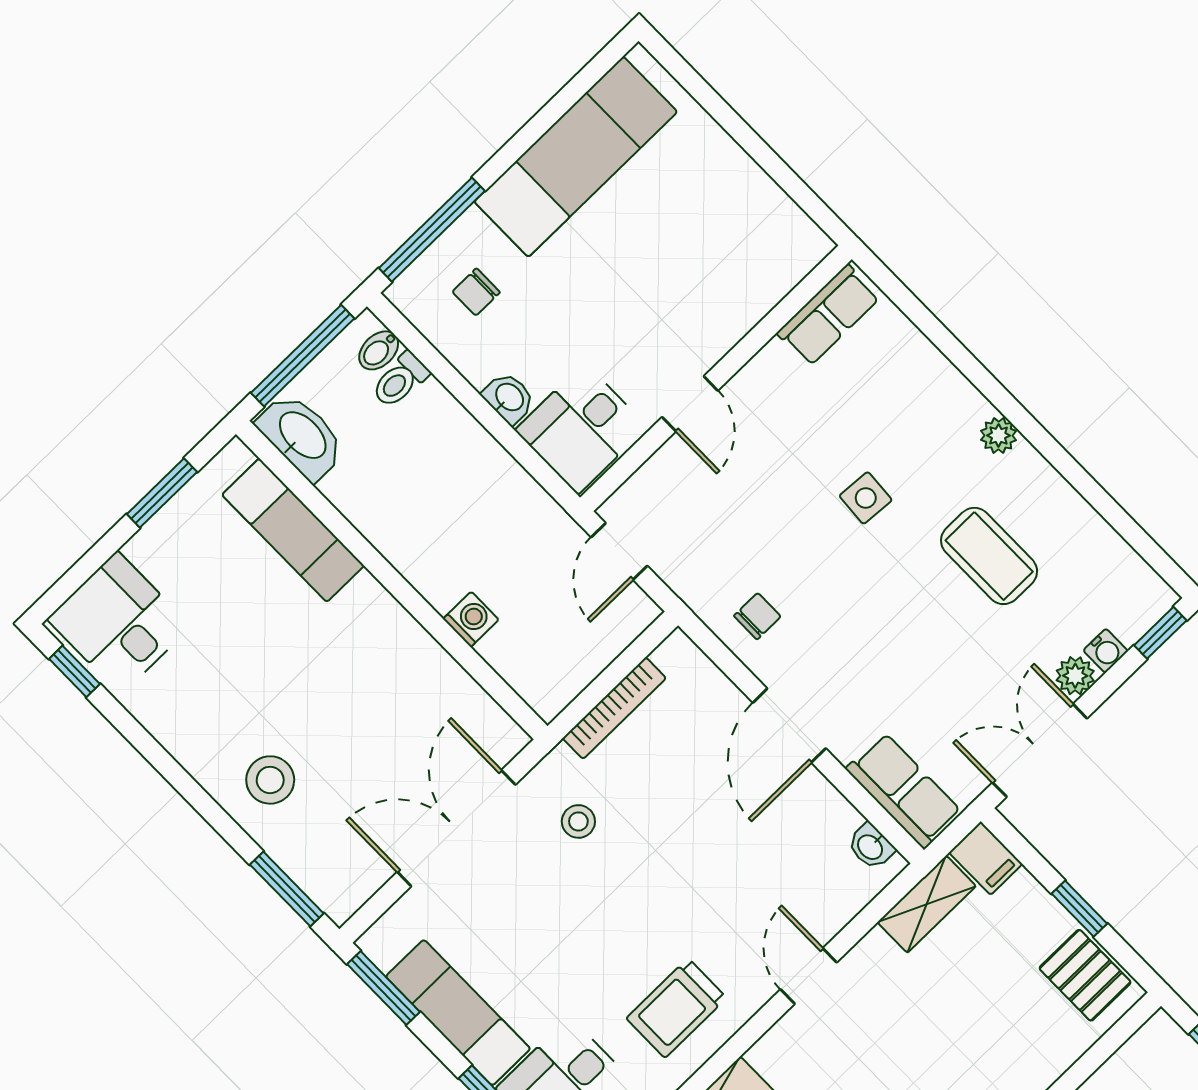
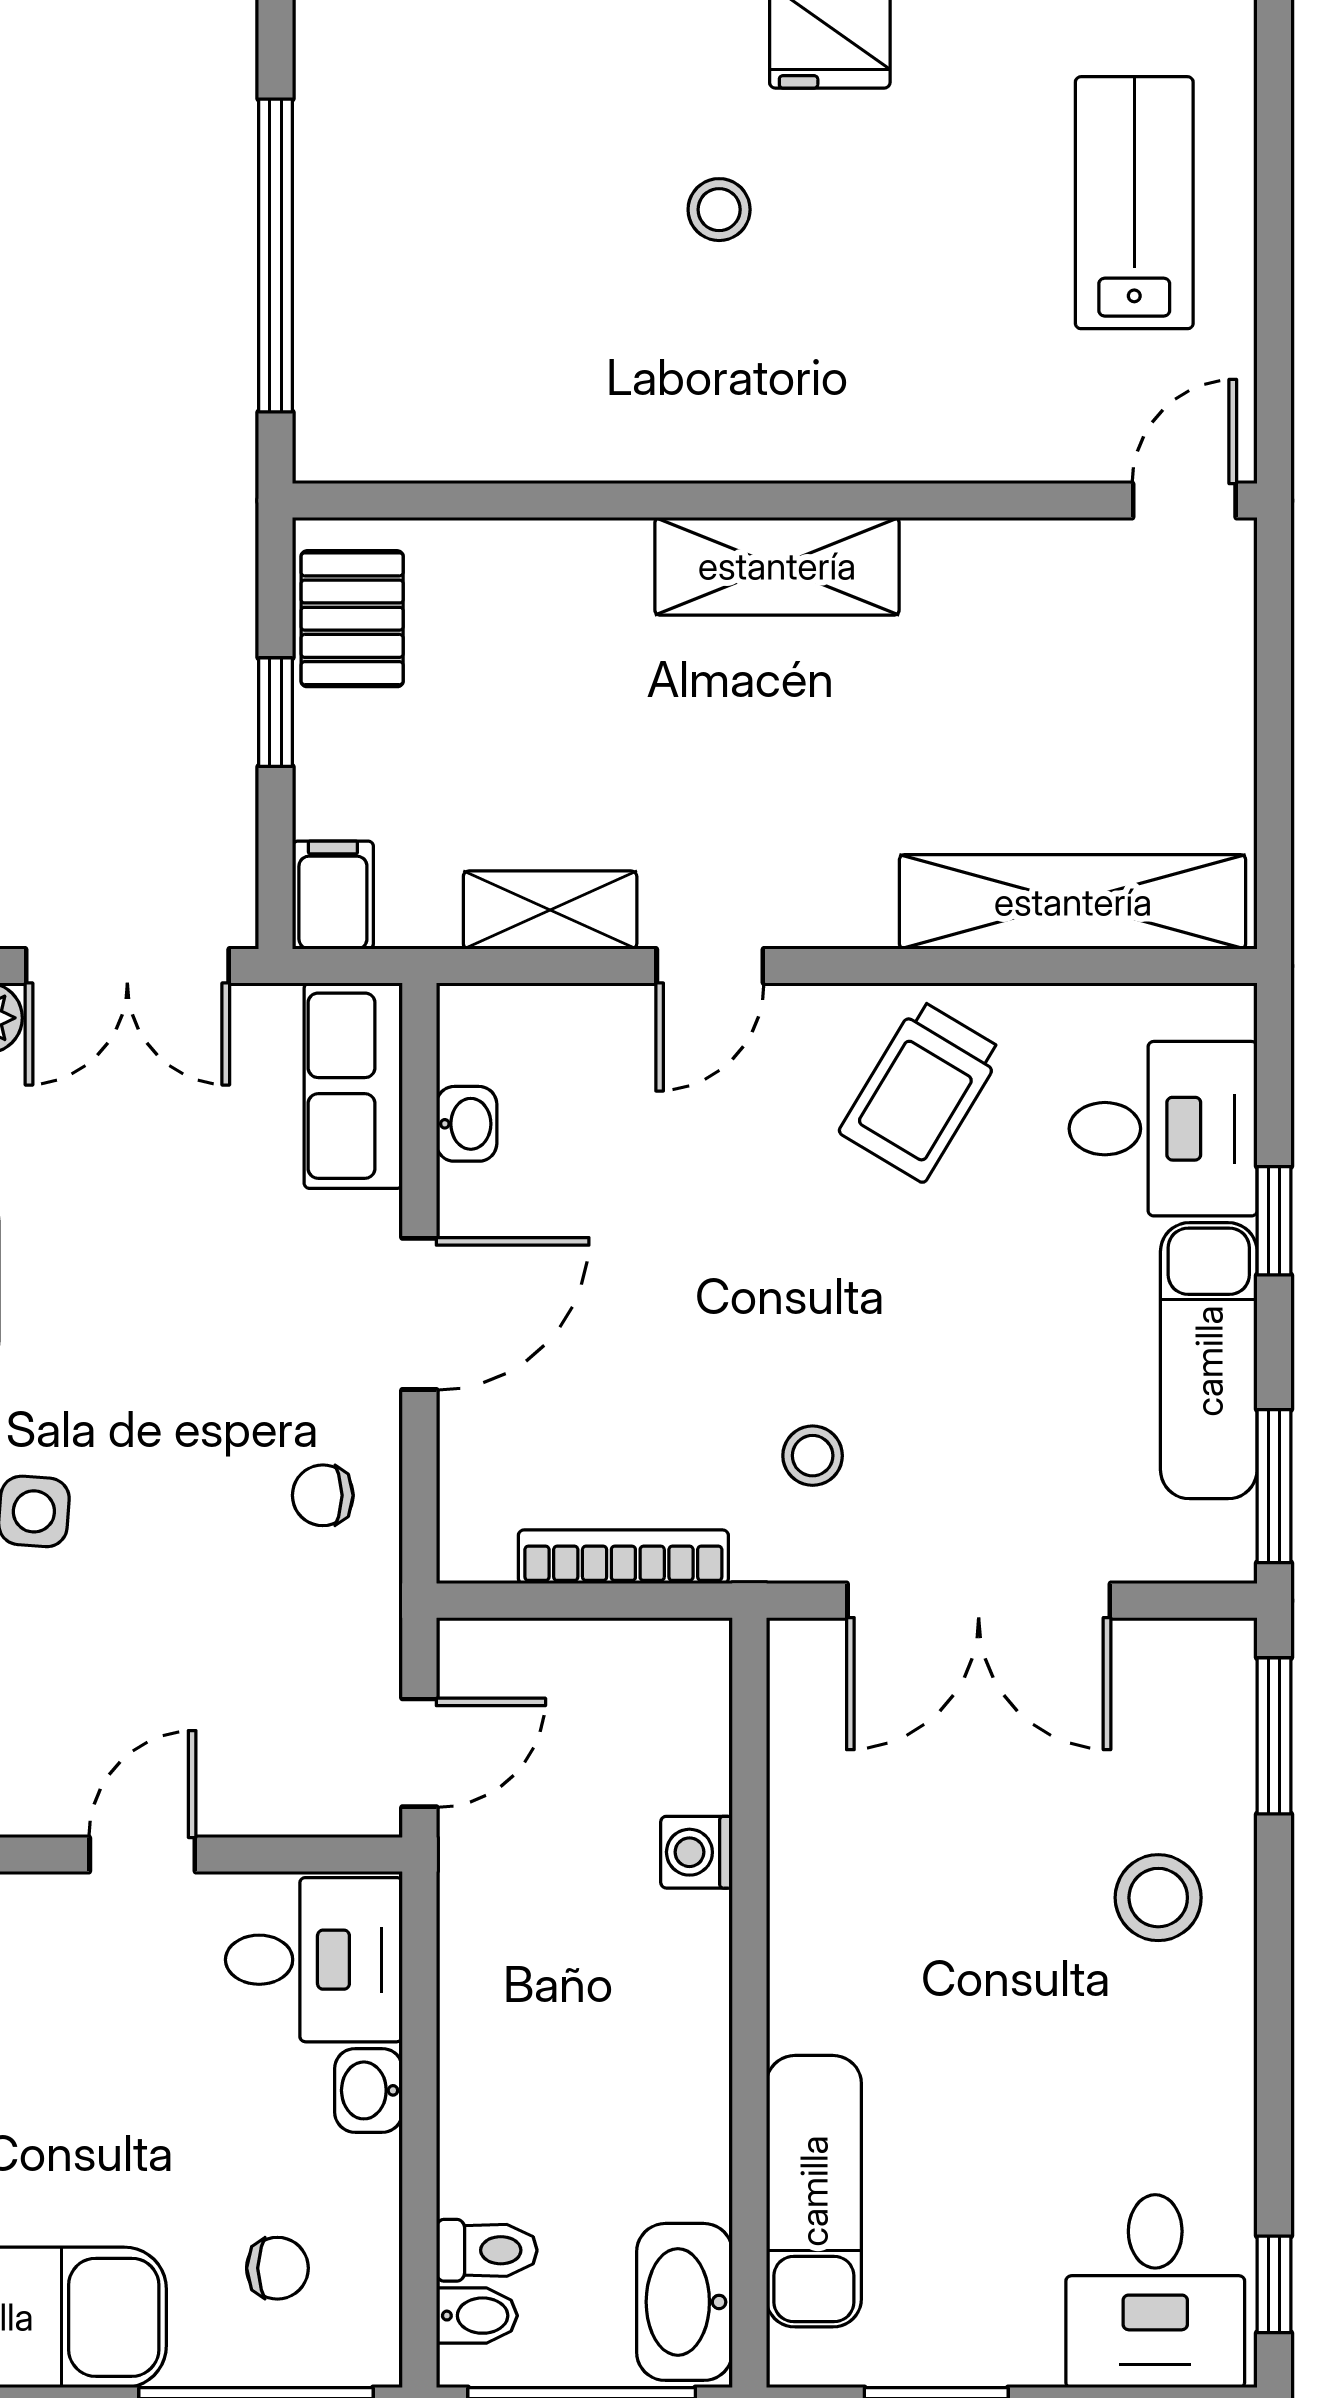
washbasin: (871, 846) -> (467, 1124), moved
shelving: (927, 904) -> (550, 910), moved
trolley: (676, 1008) -> (921, 1091), turned 121

